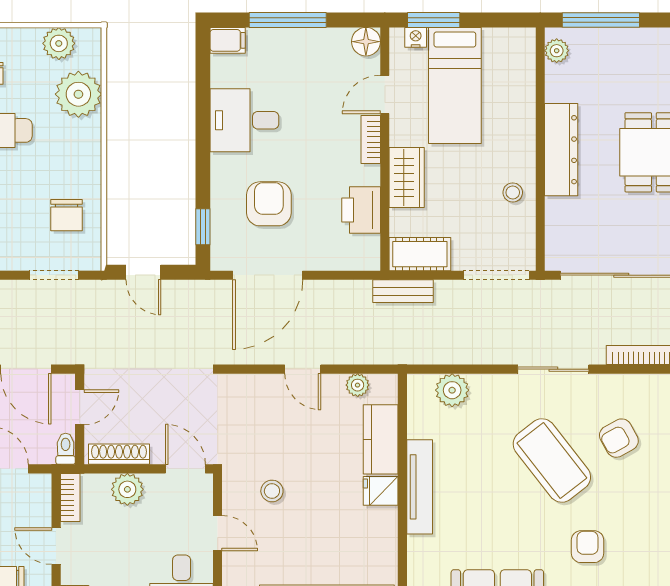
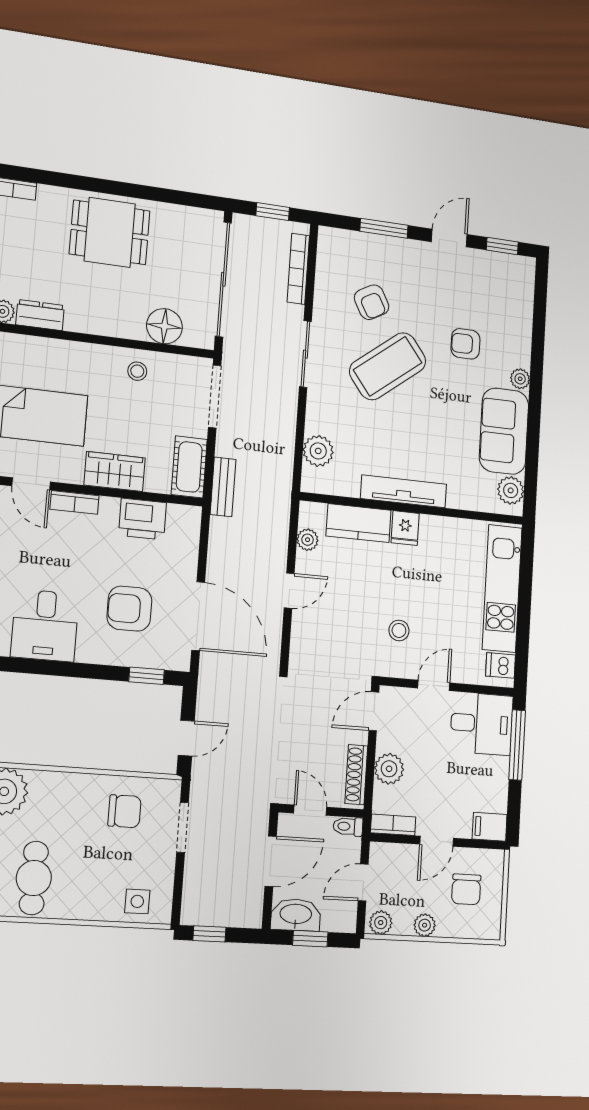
dresser: (561, 150) -> (40, 315), moved, width x0.51, depth x0.80
floor lamp: (563, 217) -> (164, 326), added

